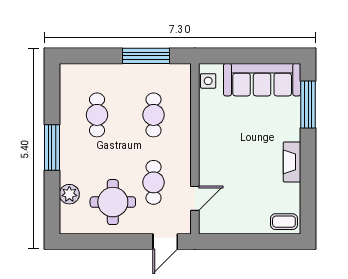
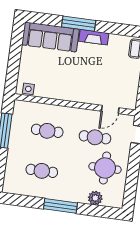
sofa: (262, 80) -> (50, 37), moved, turned 90
window: (308, 104) -> (79, 24), moved
door: (195, 198) -> (110, 110), swing flipped

